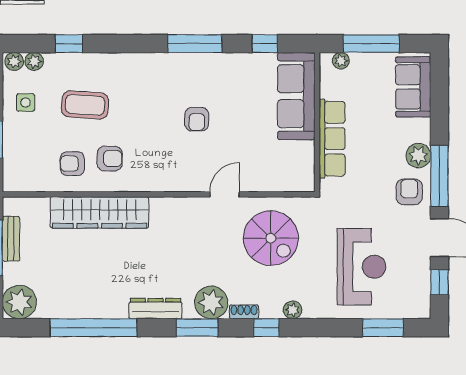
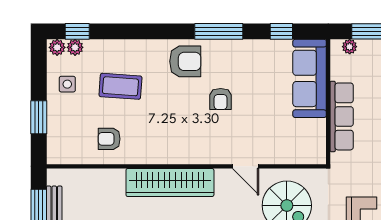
window: (69, 44) -> (77, 31), moved
armchair: (110, 159) -> (185, 61), moved, width x1.38, depth x1.38
door: (225, 194) -> (246, 166), swing flipped
wardrobe: (100, 212) -> (170, 183), moved

